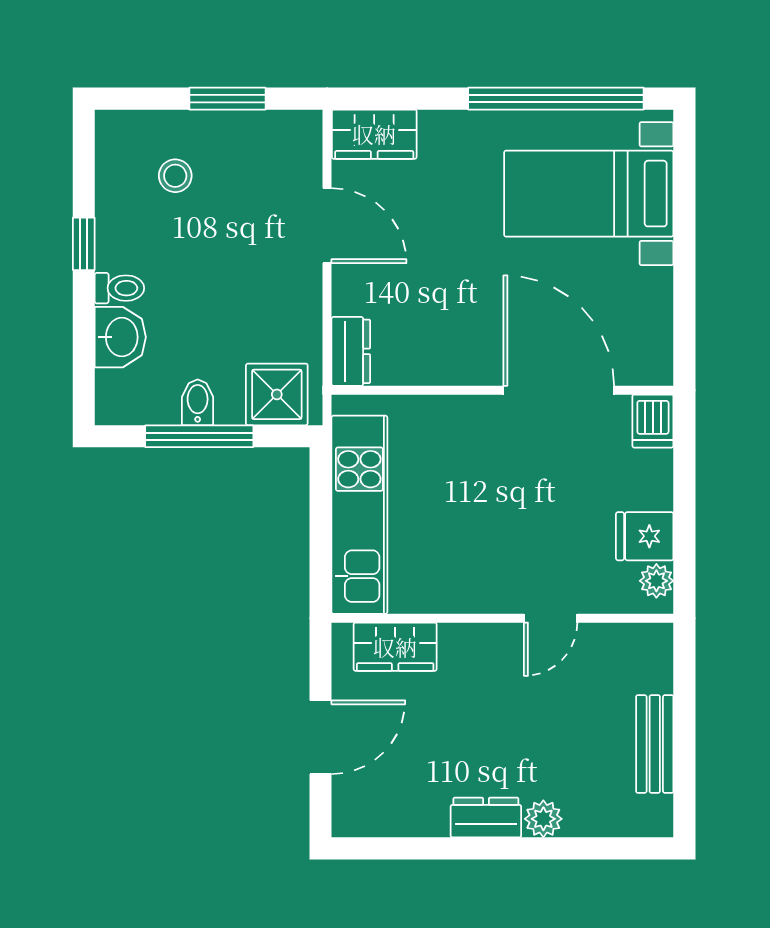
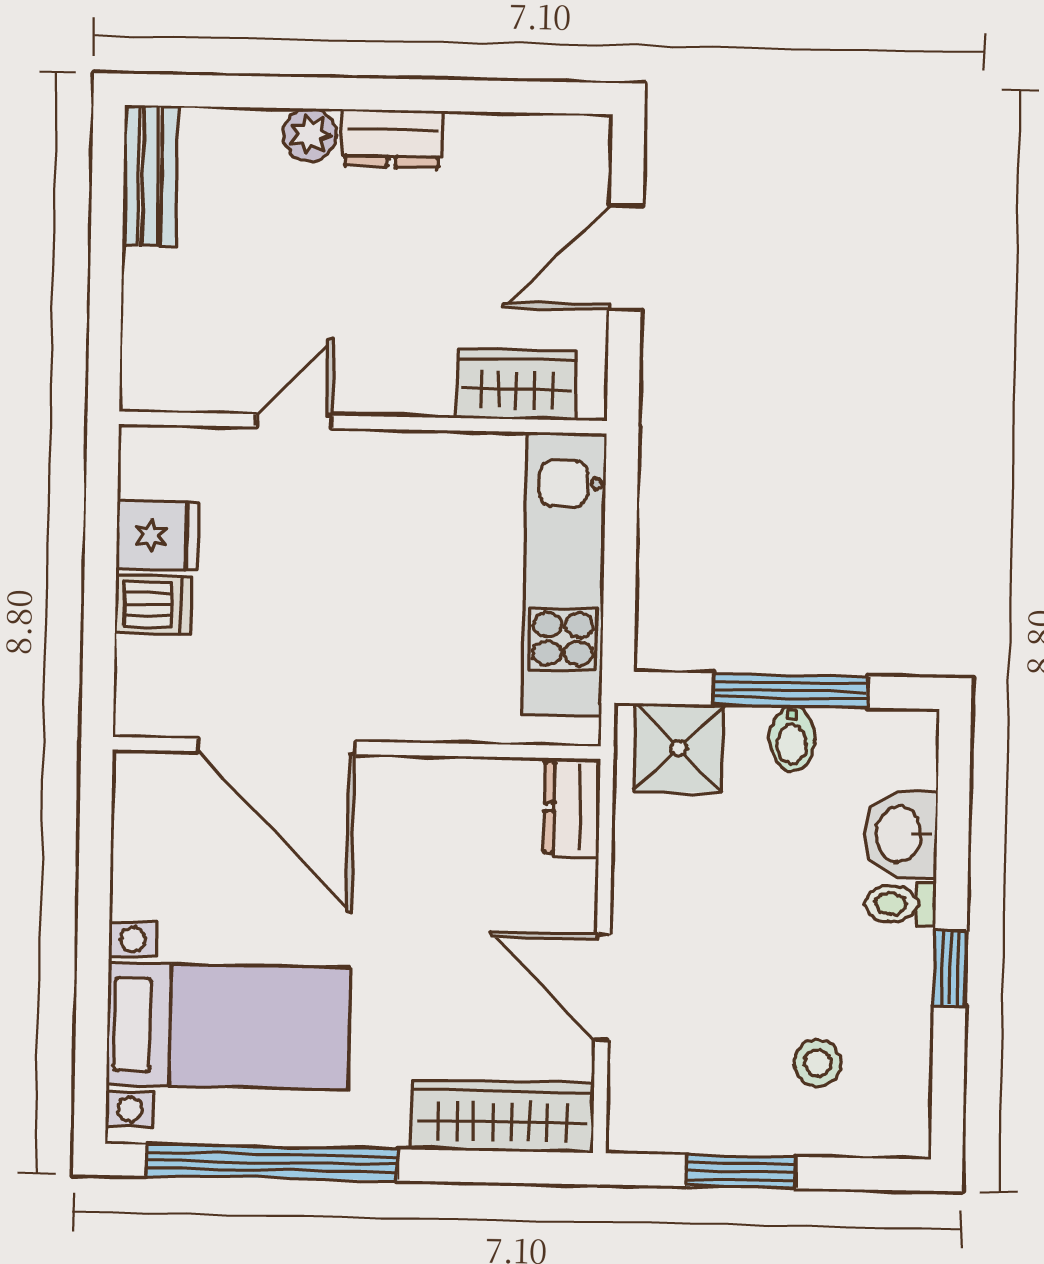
wardrobe: (374, 134) -> (502, 1116), width x1.50
dishwasher: (653, 421) -> (153, 604), moved, turned 90
plant: (656, 581) -> (142, 472), removed
bench: (655, 744) -> (150, 175), moved

